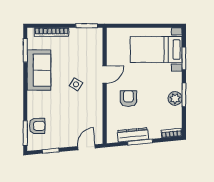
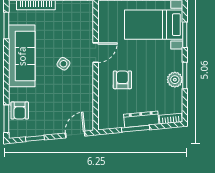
sofa: (39, 70) -> (22, 56), width x1.36
armchair: (37, 126) -> (20, 110), turned 90
dresser: (133, 135) -> (141, 119), moved

